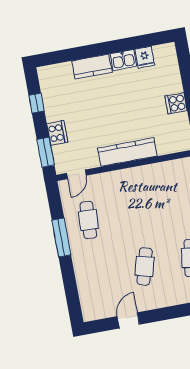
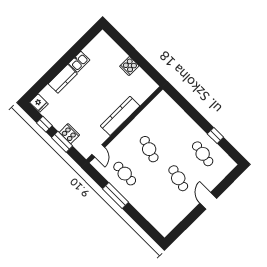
fridge: (145, 57) -> (39, 103), moved
window: (46, 152) -> (62, 142), moved
cafe table: (134, 211) -> (149, 149), added
door: (128, 320) -> (208, 201), moved

